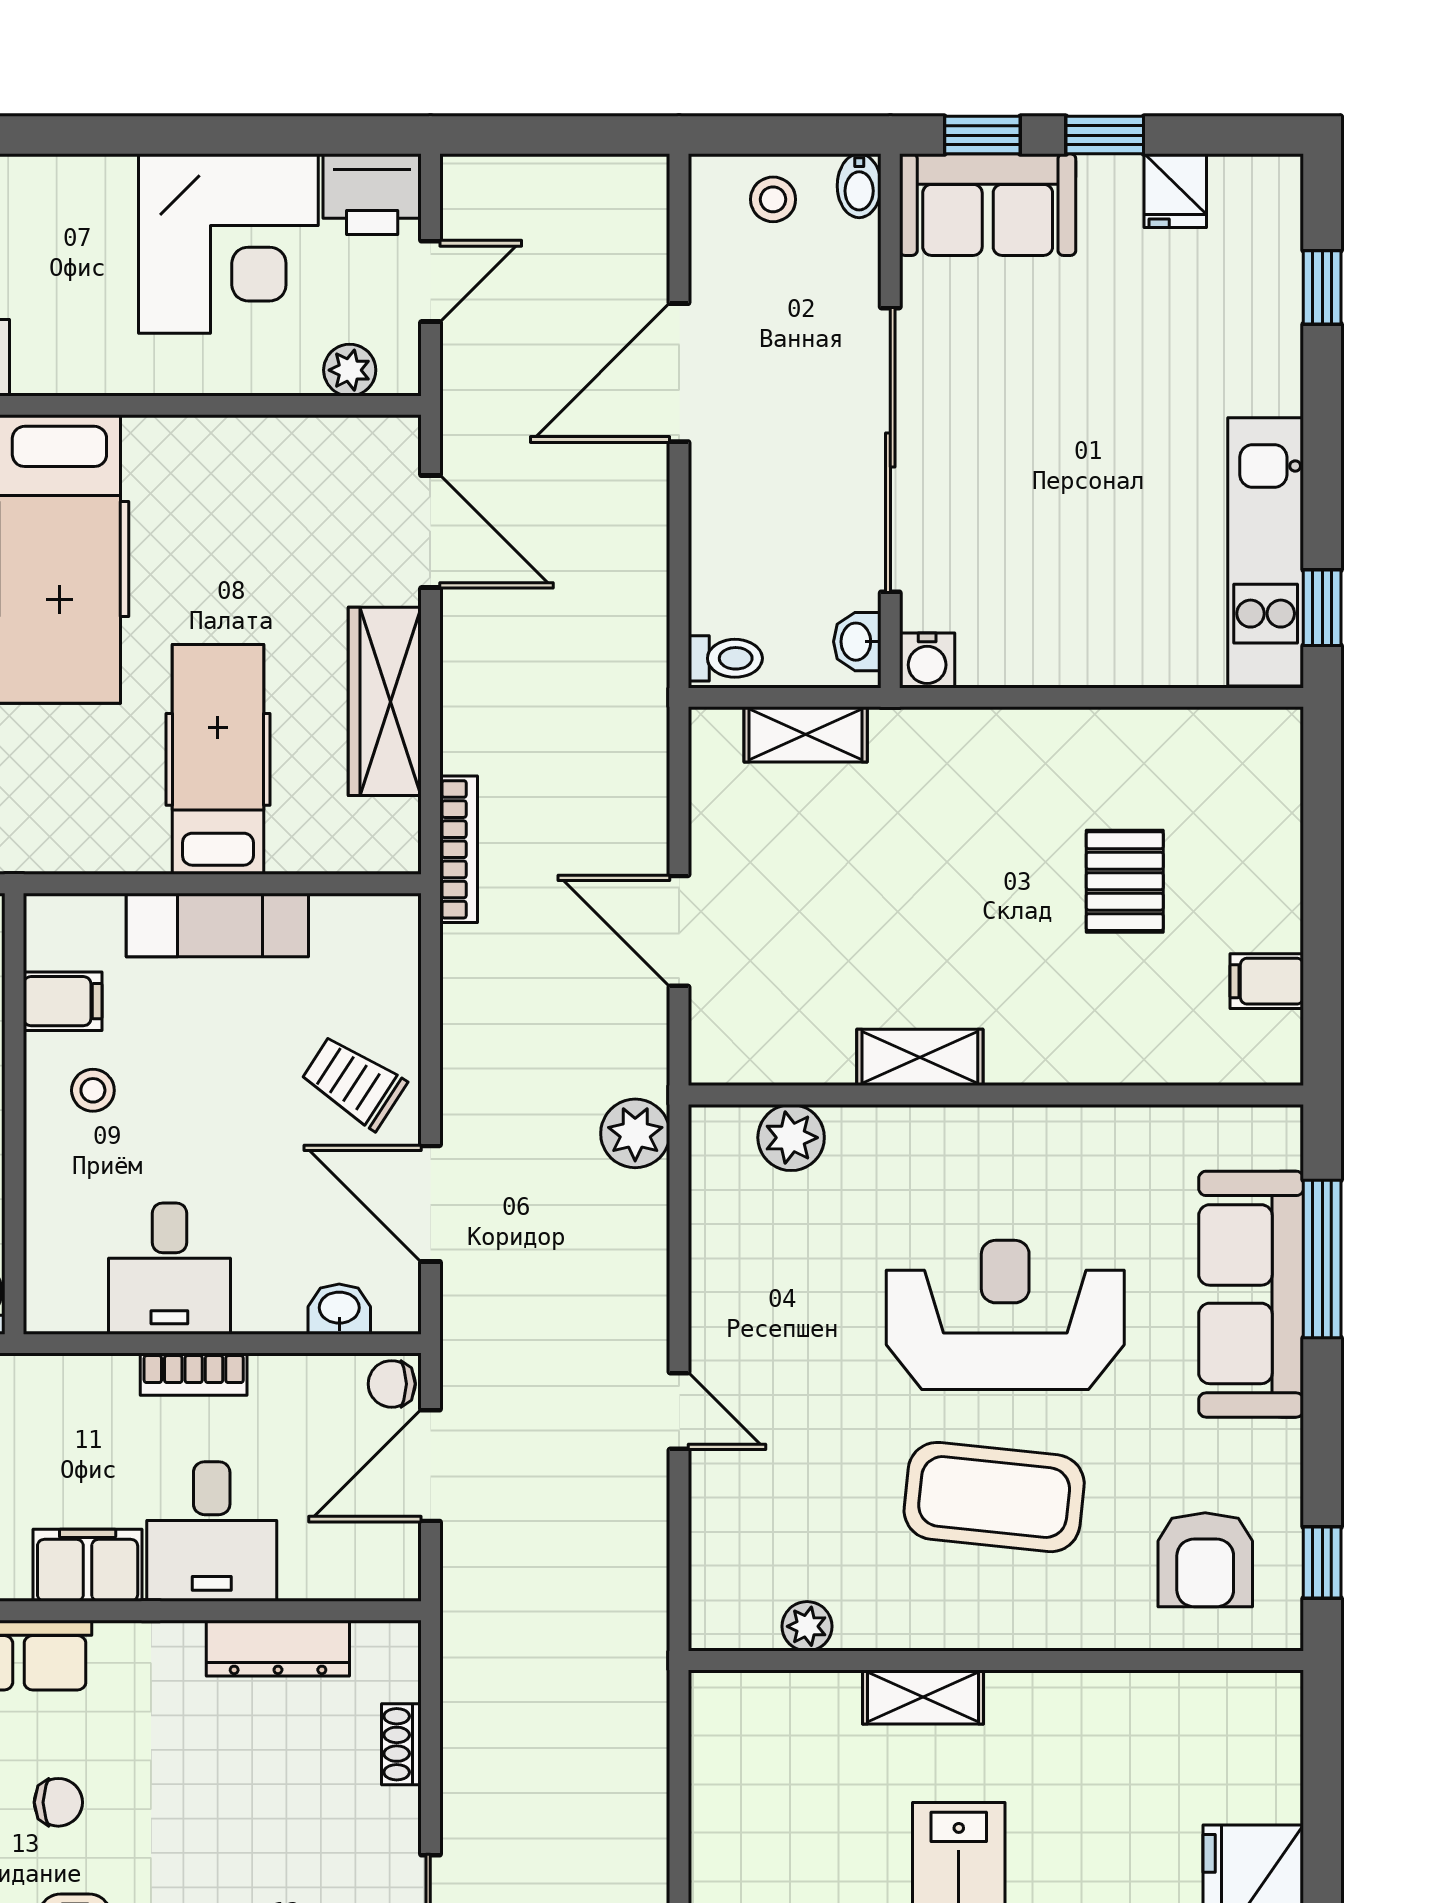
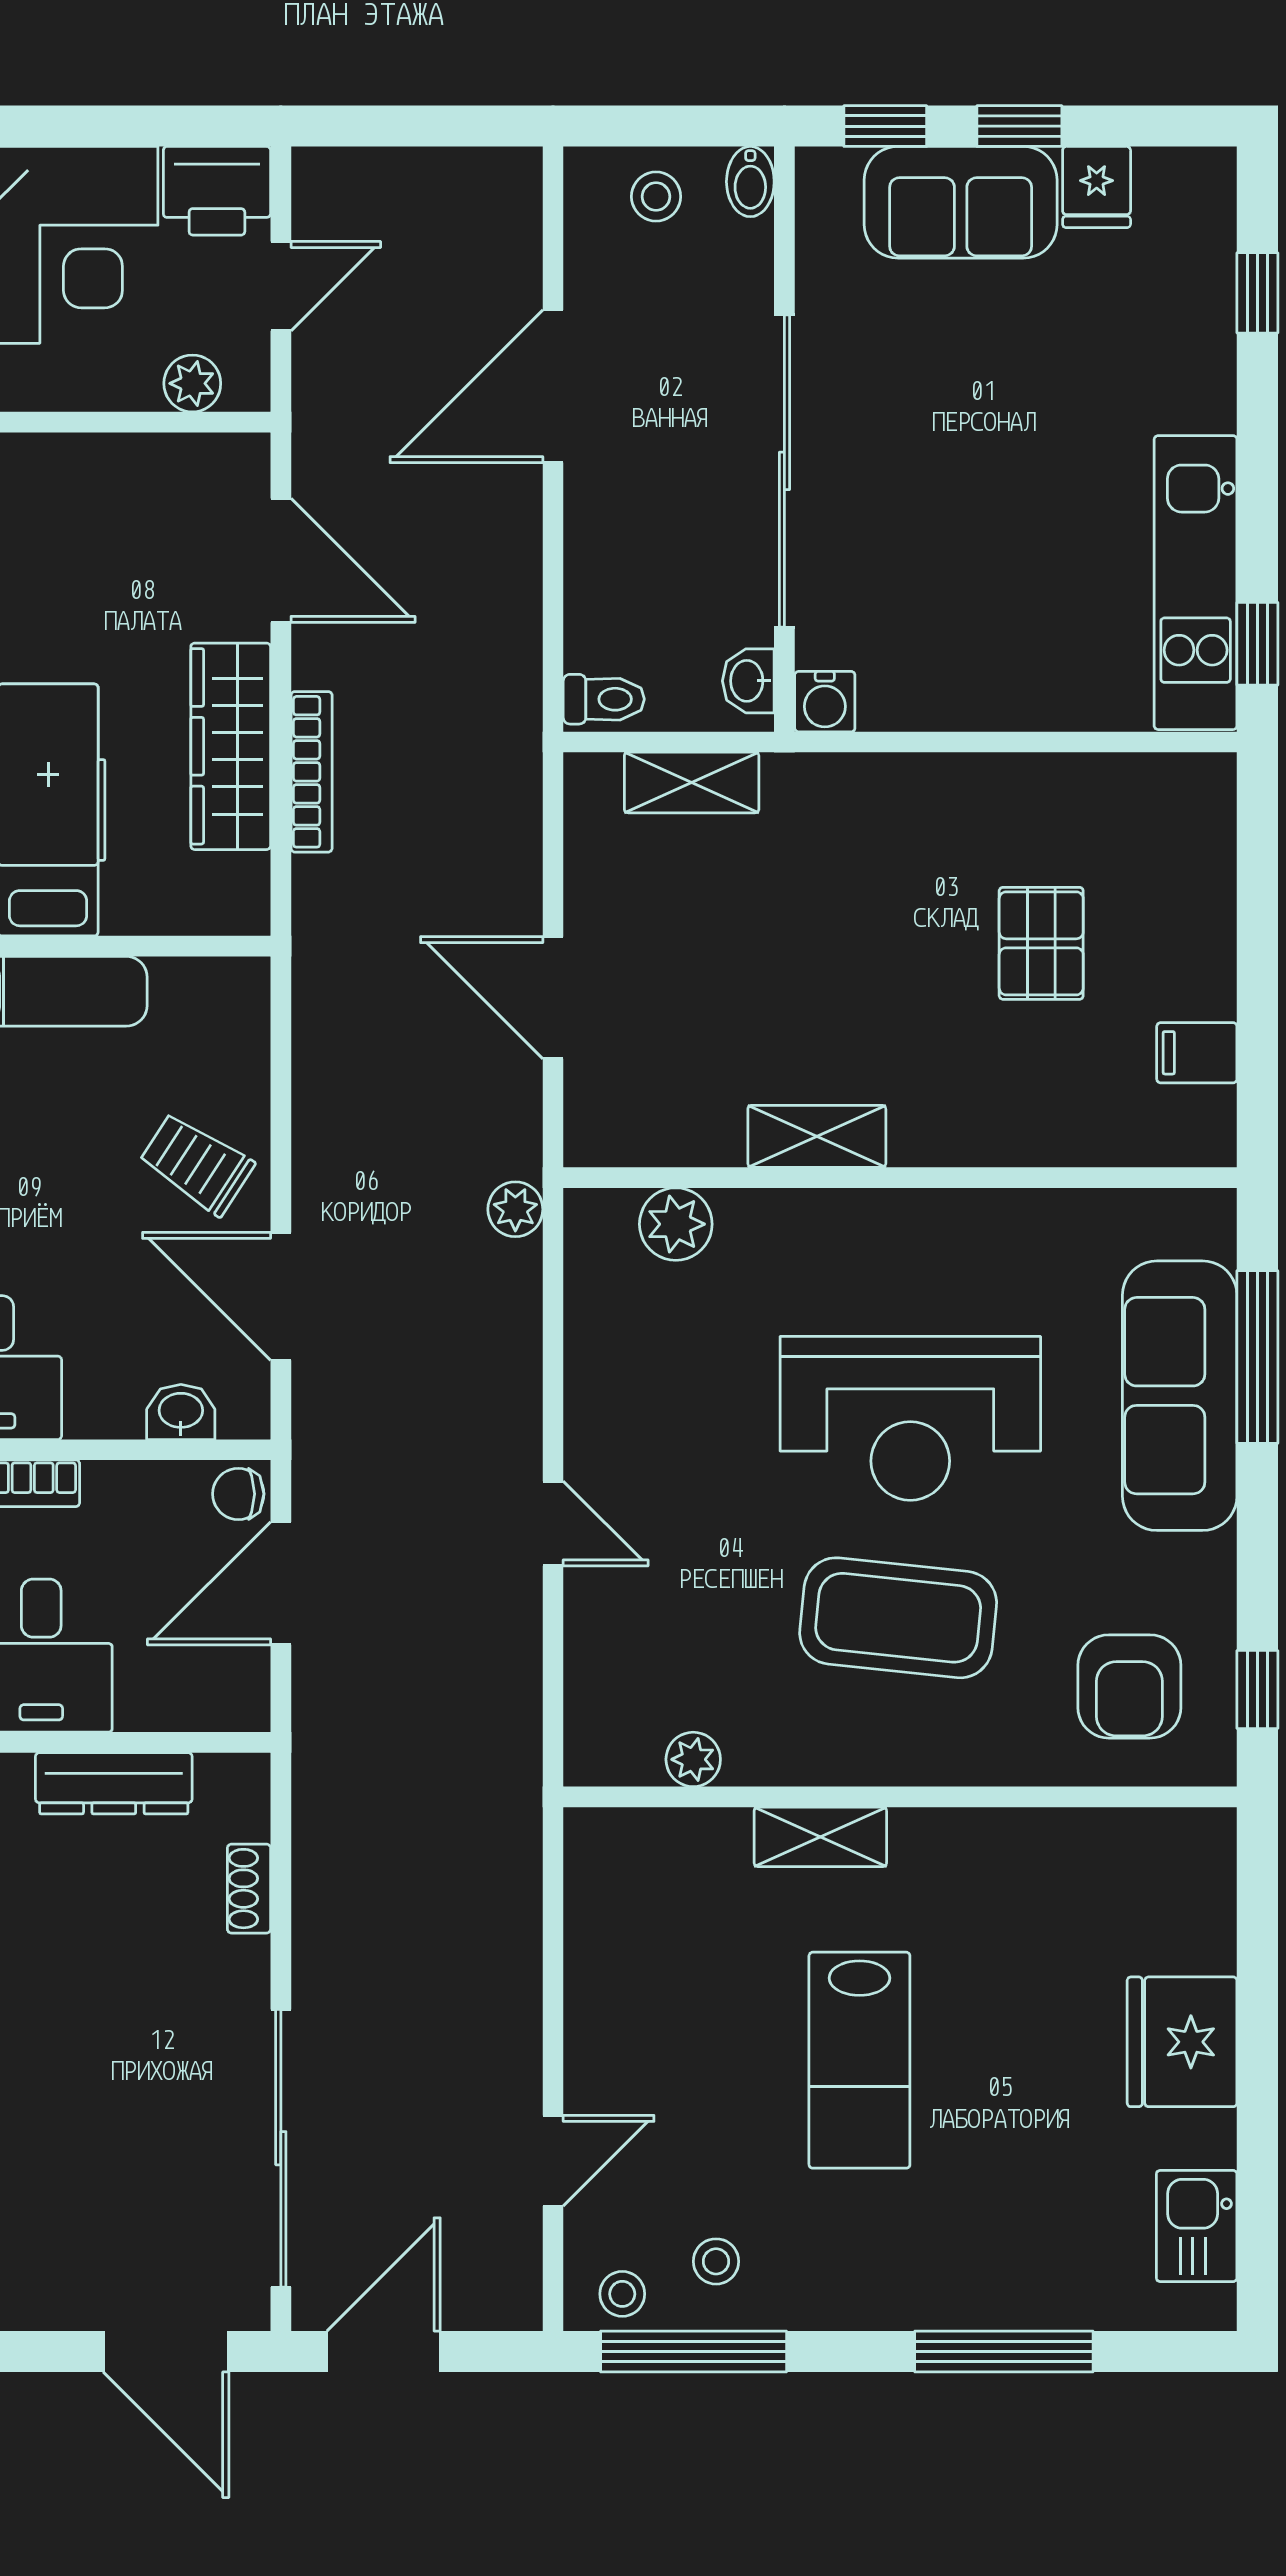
sofa: (988, 205) -> (961, 202), moved
bookcase: (459, 849) -> (312, 772), moved
plant: (635, 1133) -> (515, 1209), width x0.73, depth x0.73
reception desk: (1005, 1315) -> (910, 1418), turned 180

